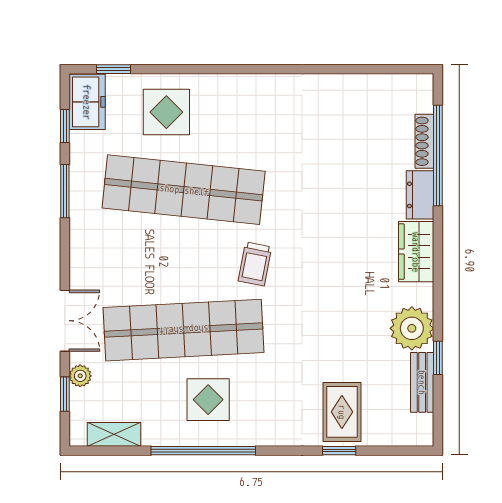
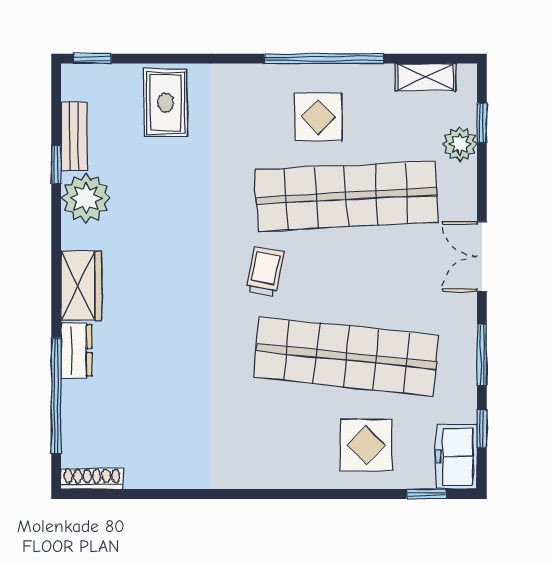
shoe rack: (424, 141) -> (92, 479), moved, turned -90
double door: (65, 321) -> (482, 256), moved
plant: (80, 376) -> (460, 144), width x1.38, depth x1.38
window: (339, 451) -> (92, 59), moved

